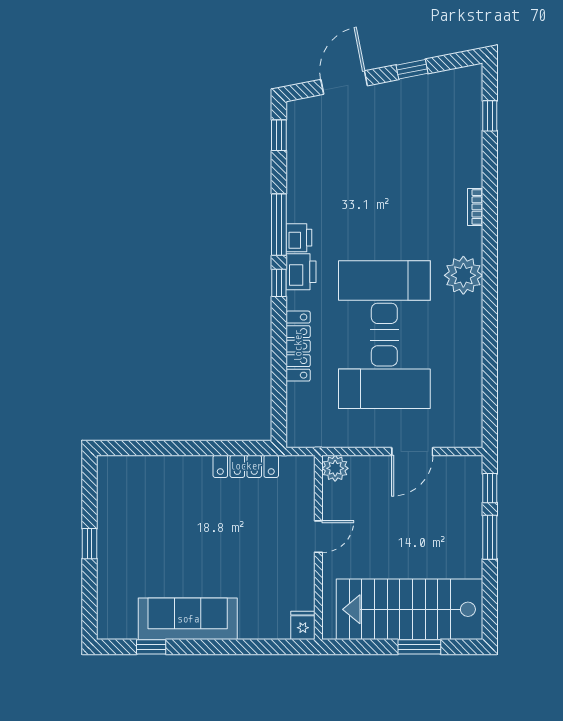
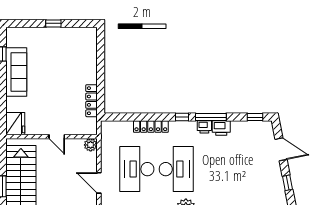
printer: (301, 272) -> (221, 128), moved
fridge: (303, 625) -> (15, 124), width x1.88, depth x1.34

